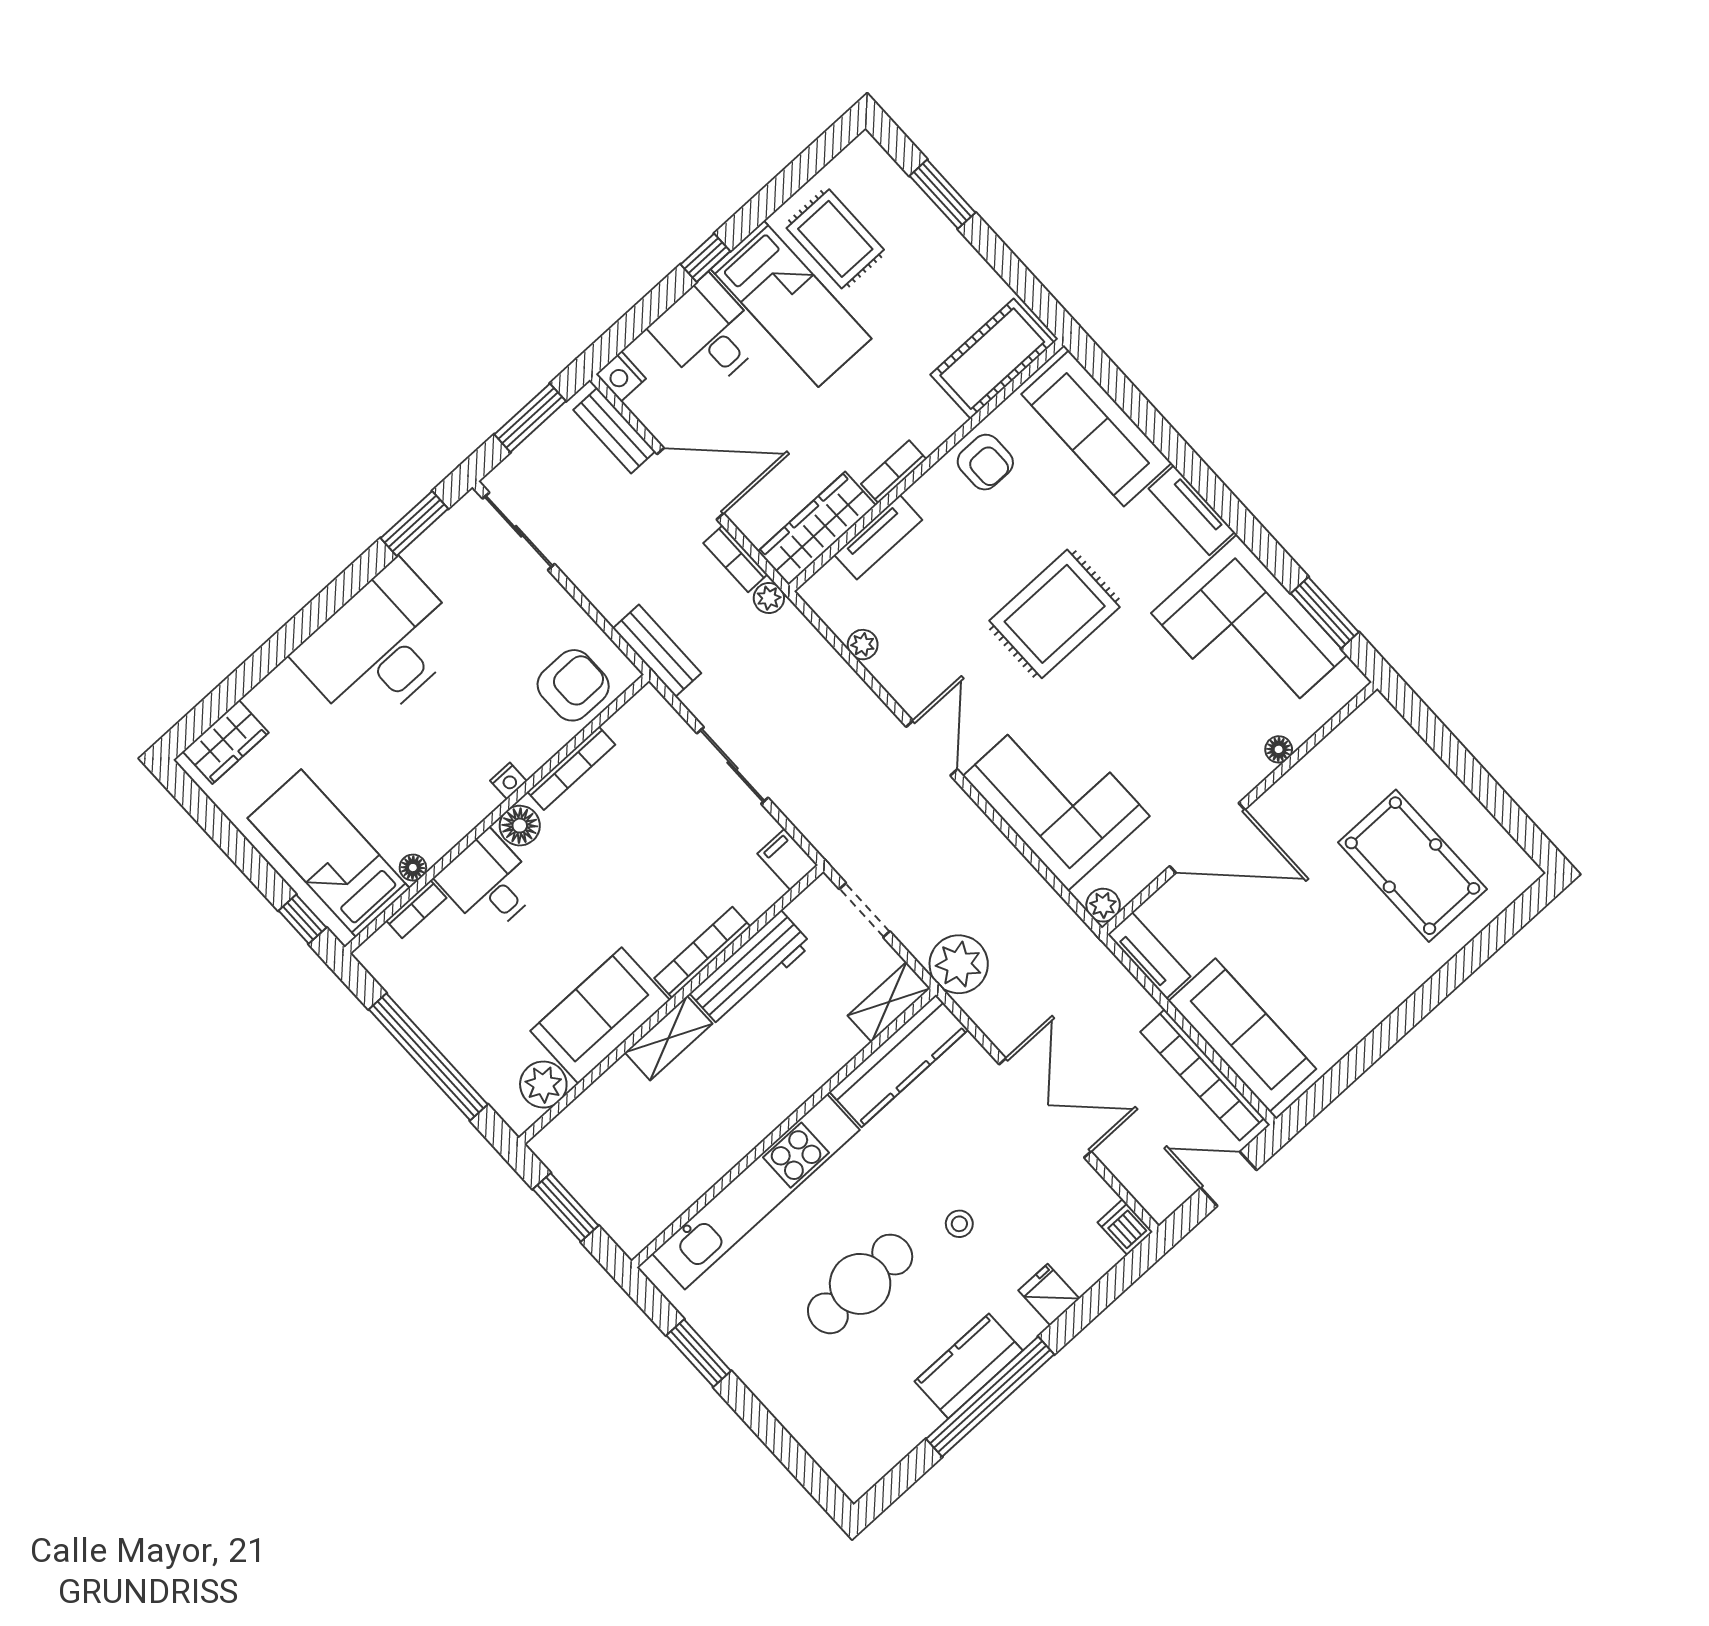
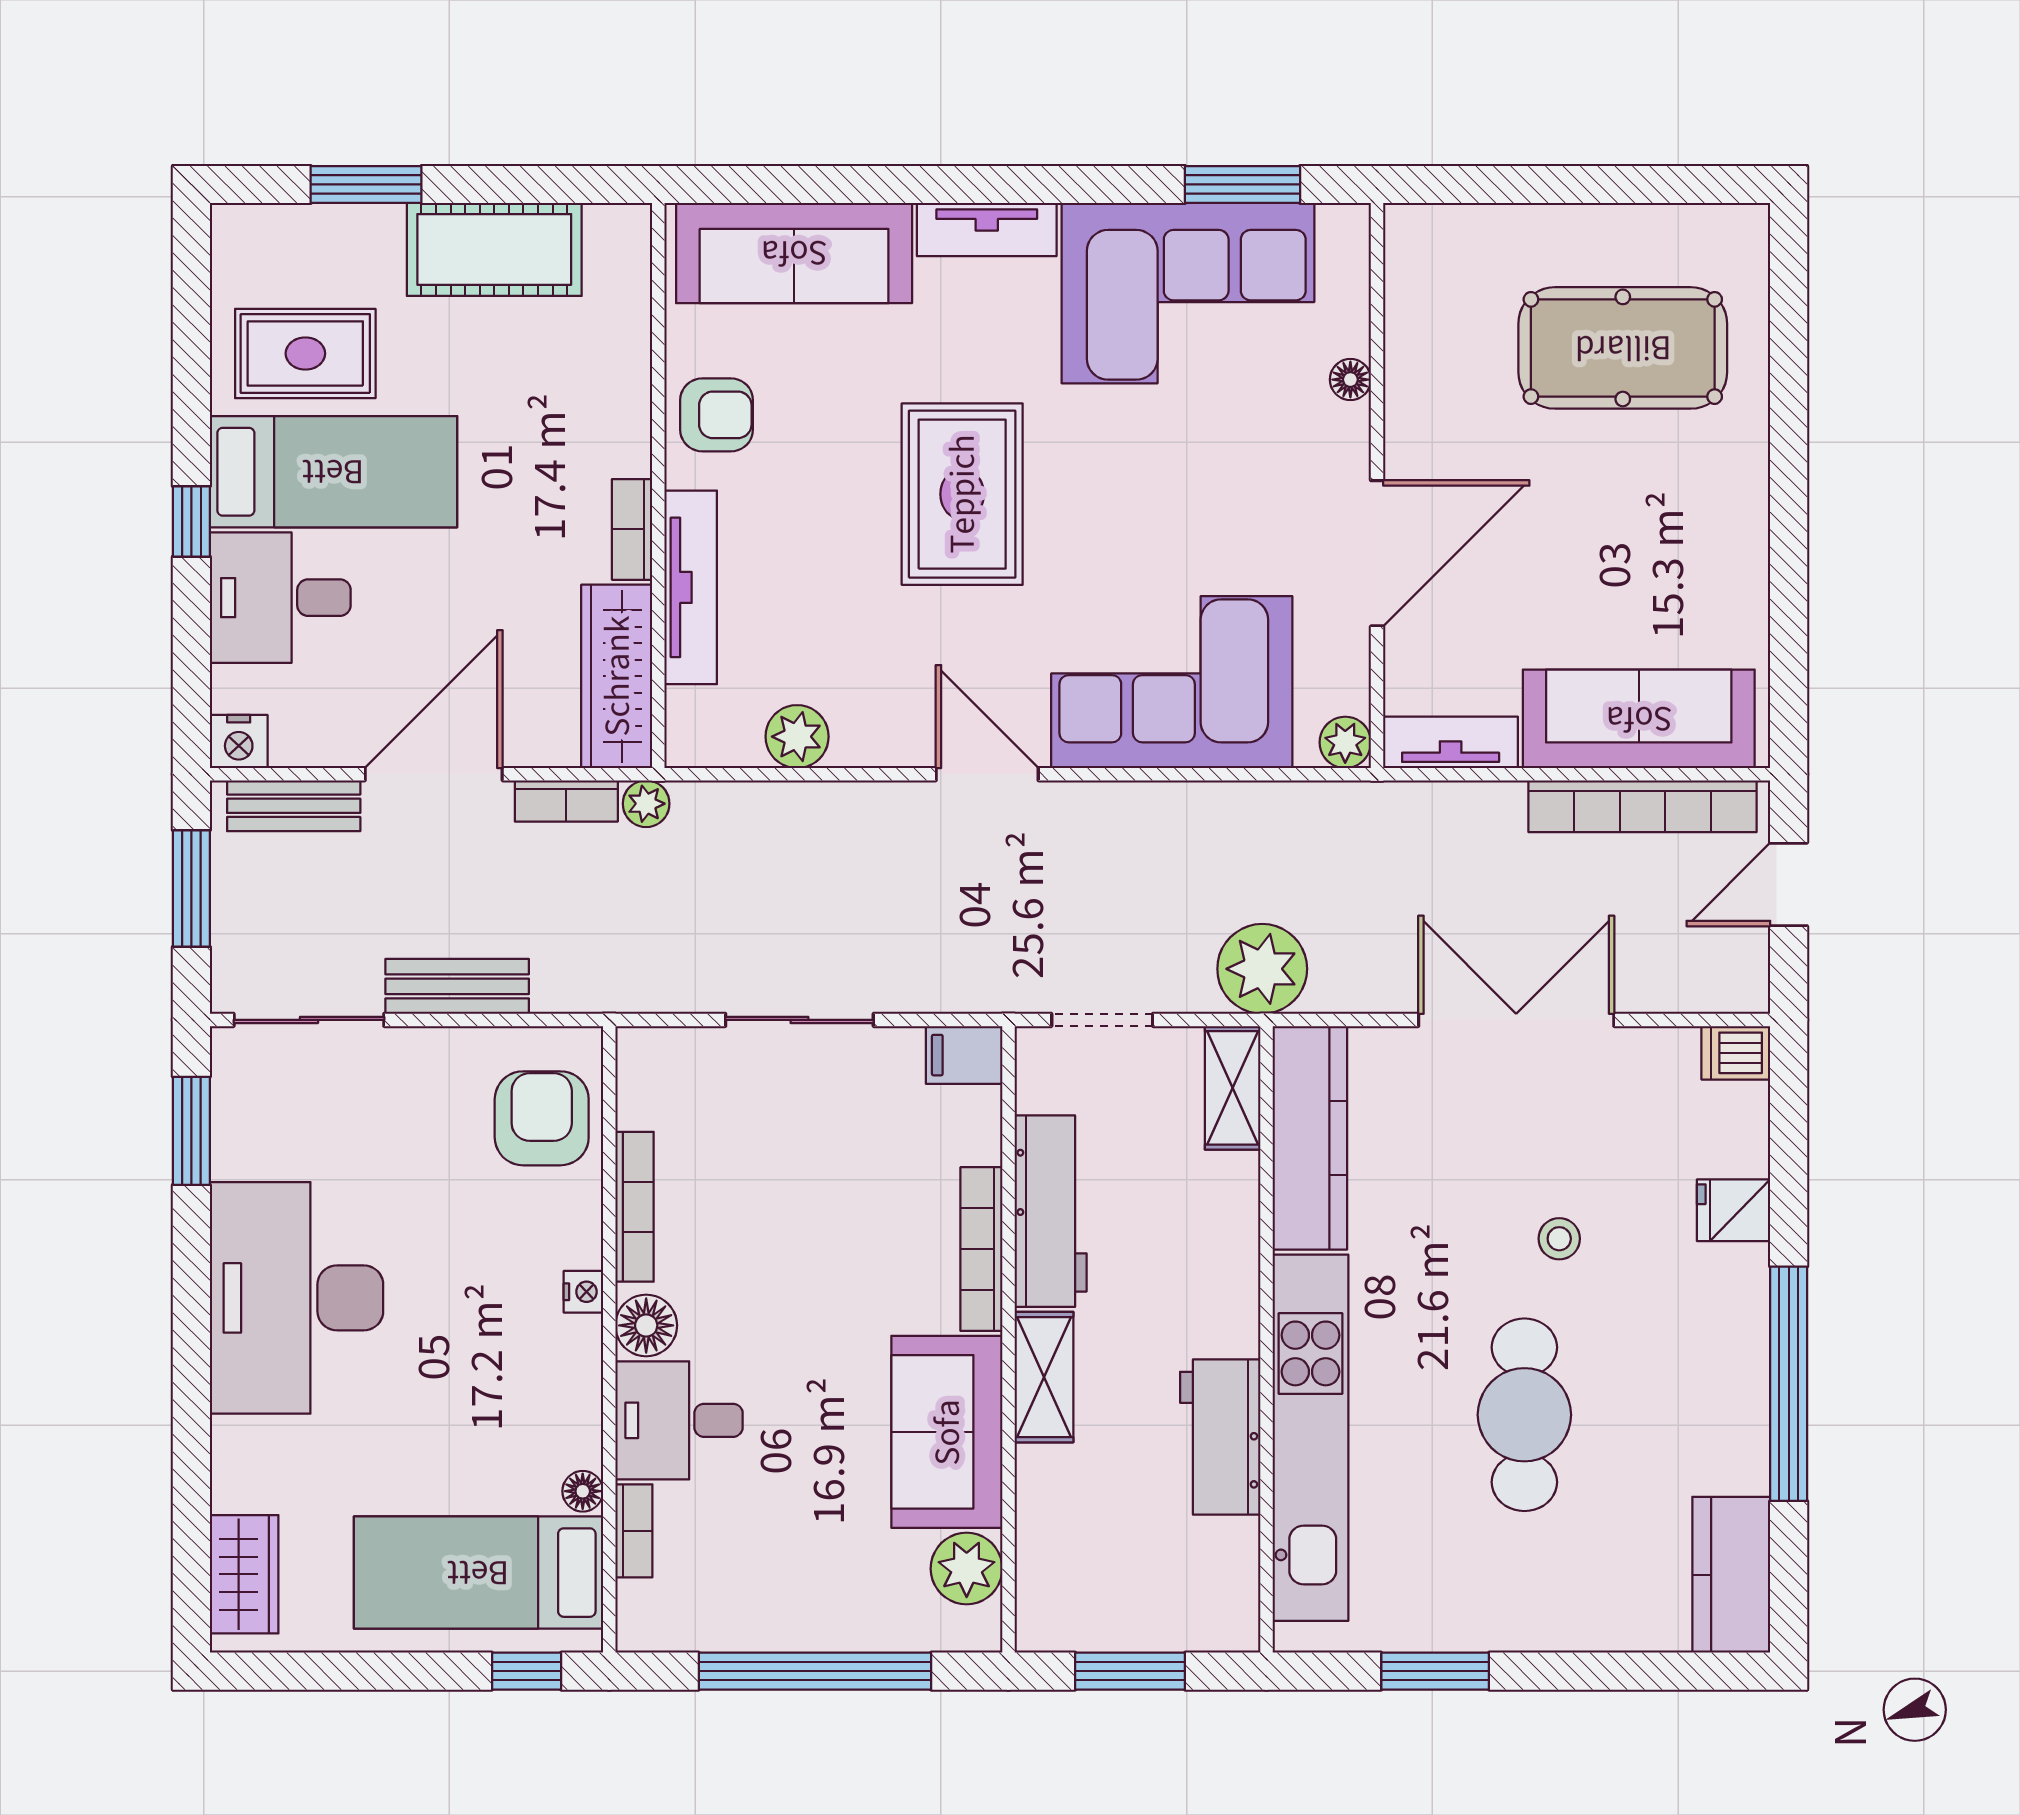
cot: (992, 359) -> (494, 249), moved, turned 90
tv unit: (878, 537) -> (691, 587), width x1.41
plant: (863, 645) -> (797, 737), width x1.38, depth x1.38
bench: (657, 651) -> (457, 986), moved
workbench: (717, 1148) -> (1220, 1437), added
kitchen counter: (969, 1366) -> (1731, 1575), moved

